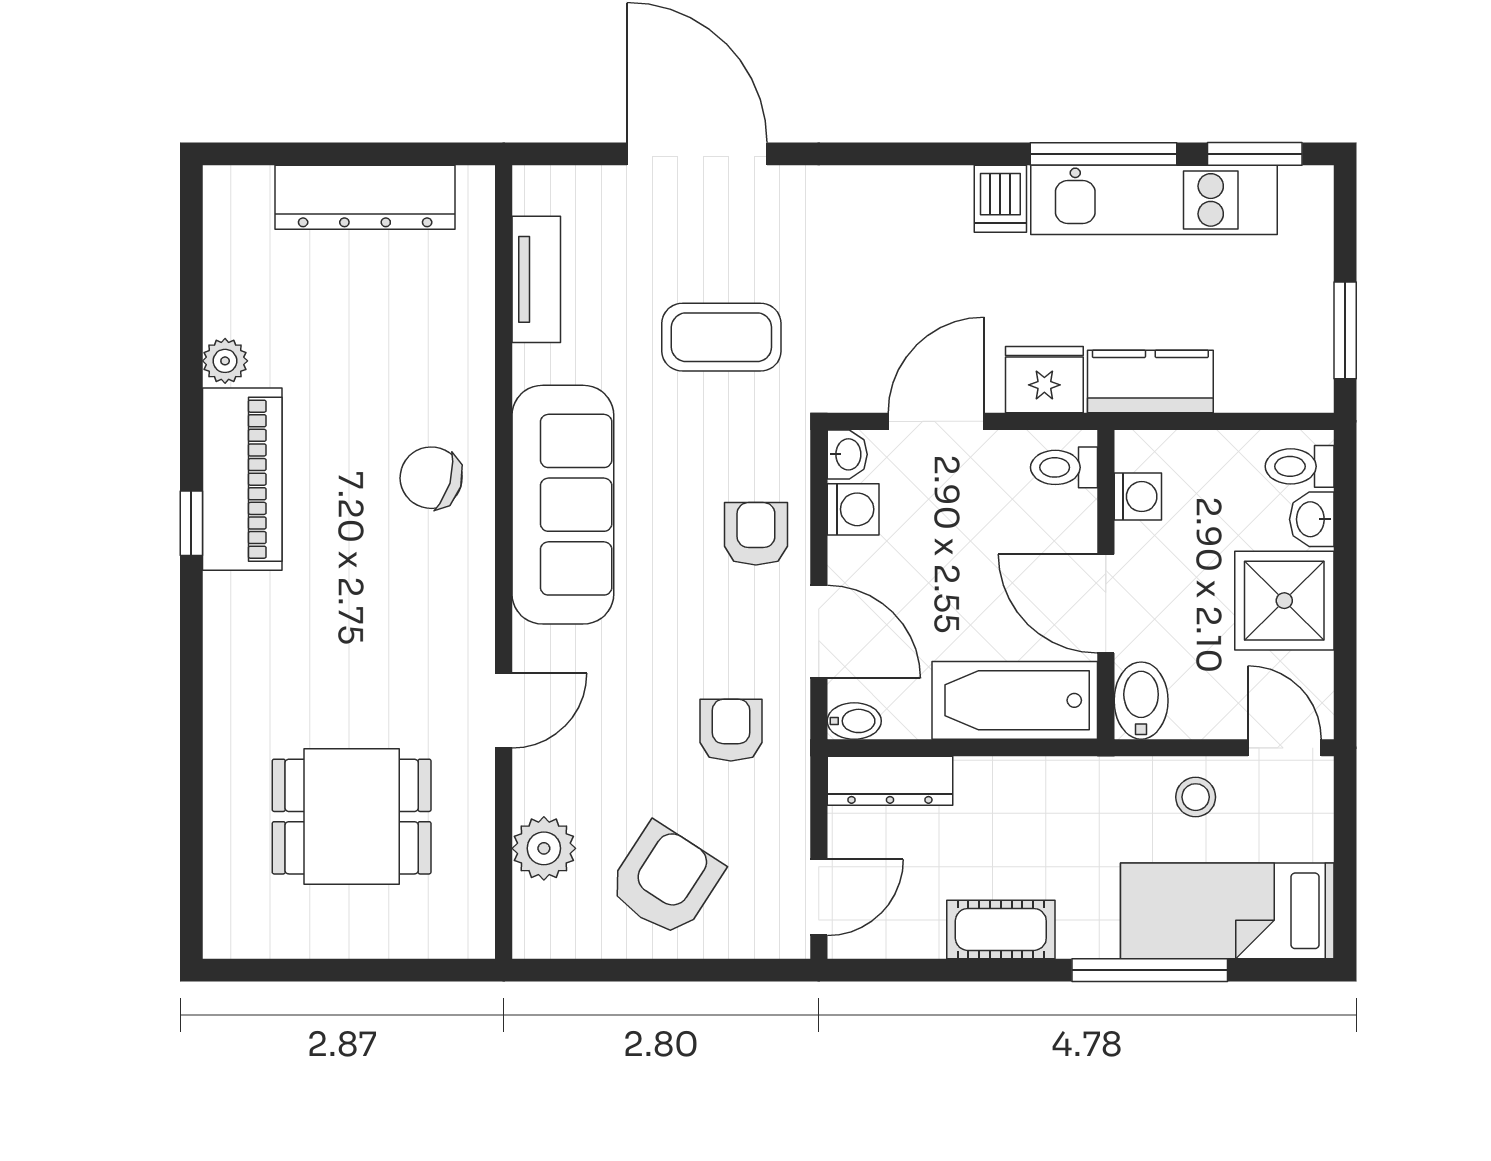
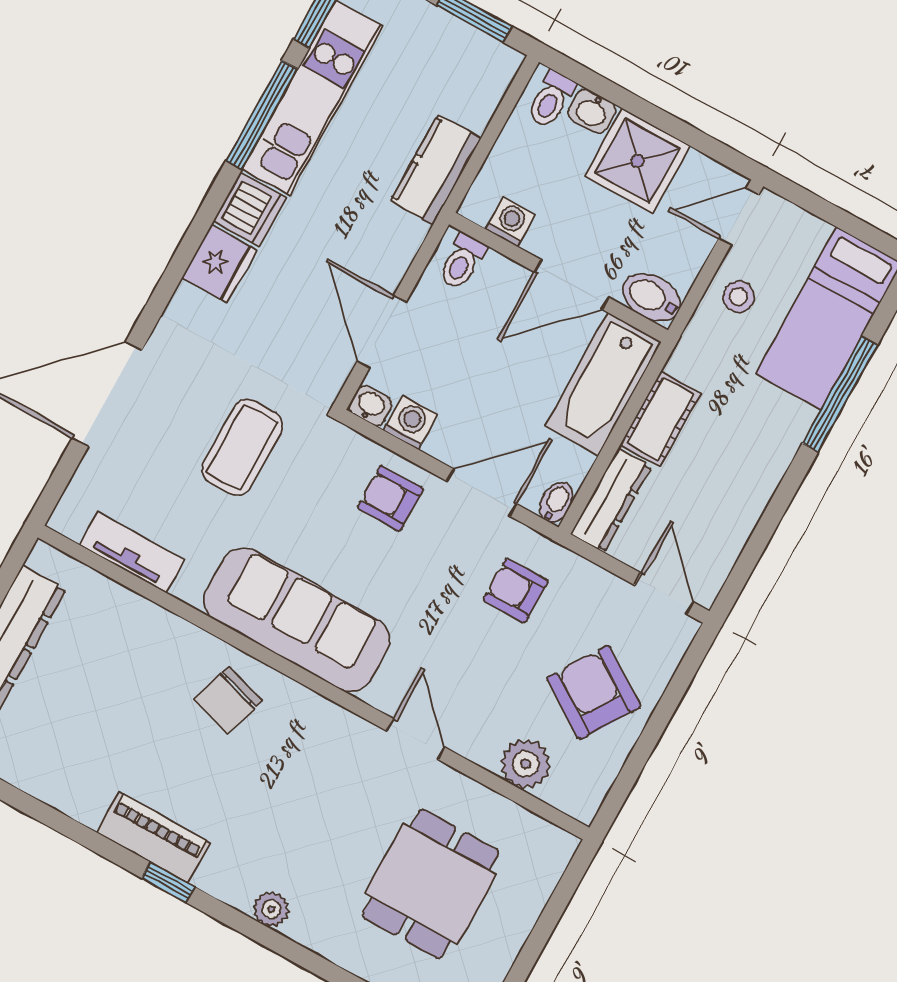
dishwasher: (1000, 199) -> (249, 210), width x1.38
plant: (225, 361) -> (271, 909), moved
fridge: (1044, 380) -> (219, 264), moved, turned 180
piano: (242, 479) -> (153, 837), width x0.73, depth x0.75
cot: (1001, 929) -> (660, 419), moved

